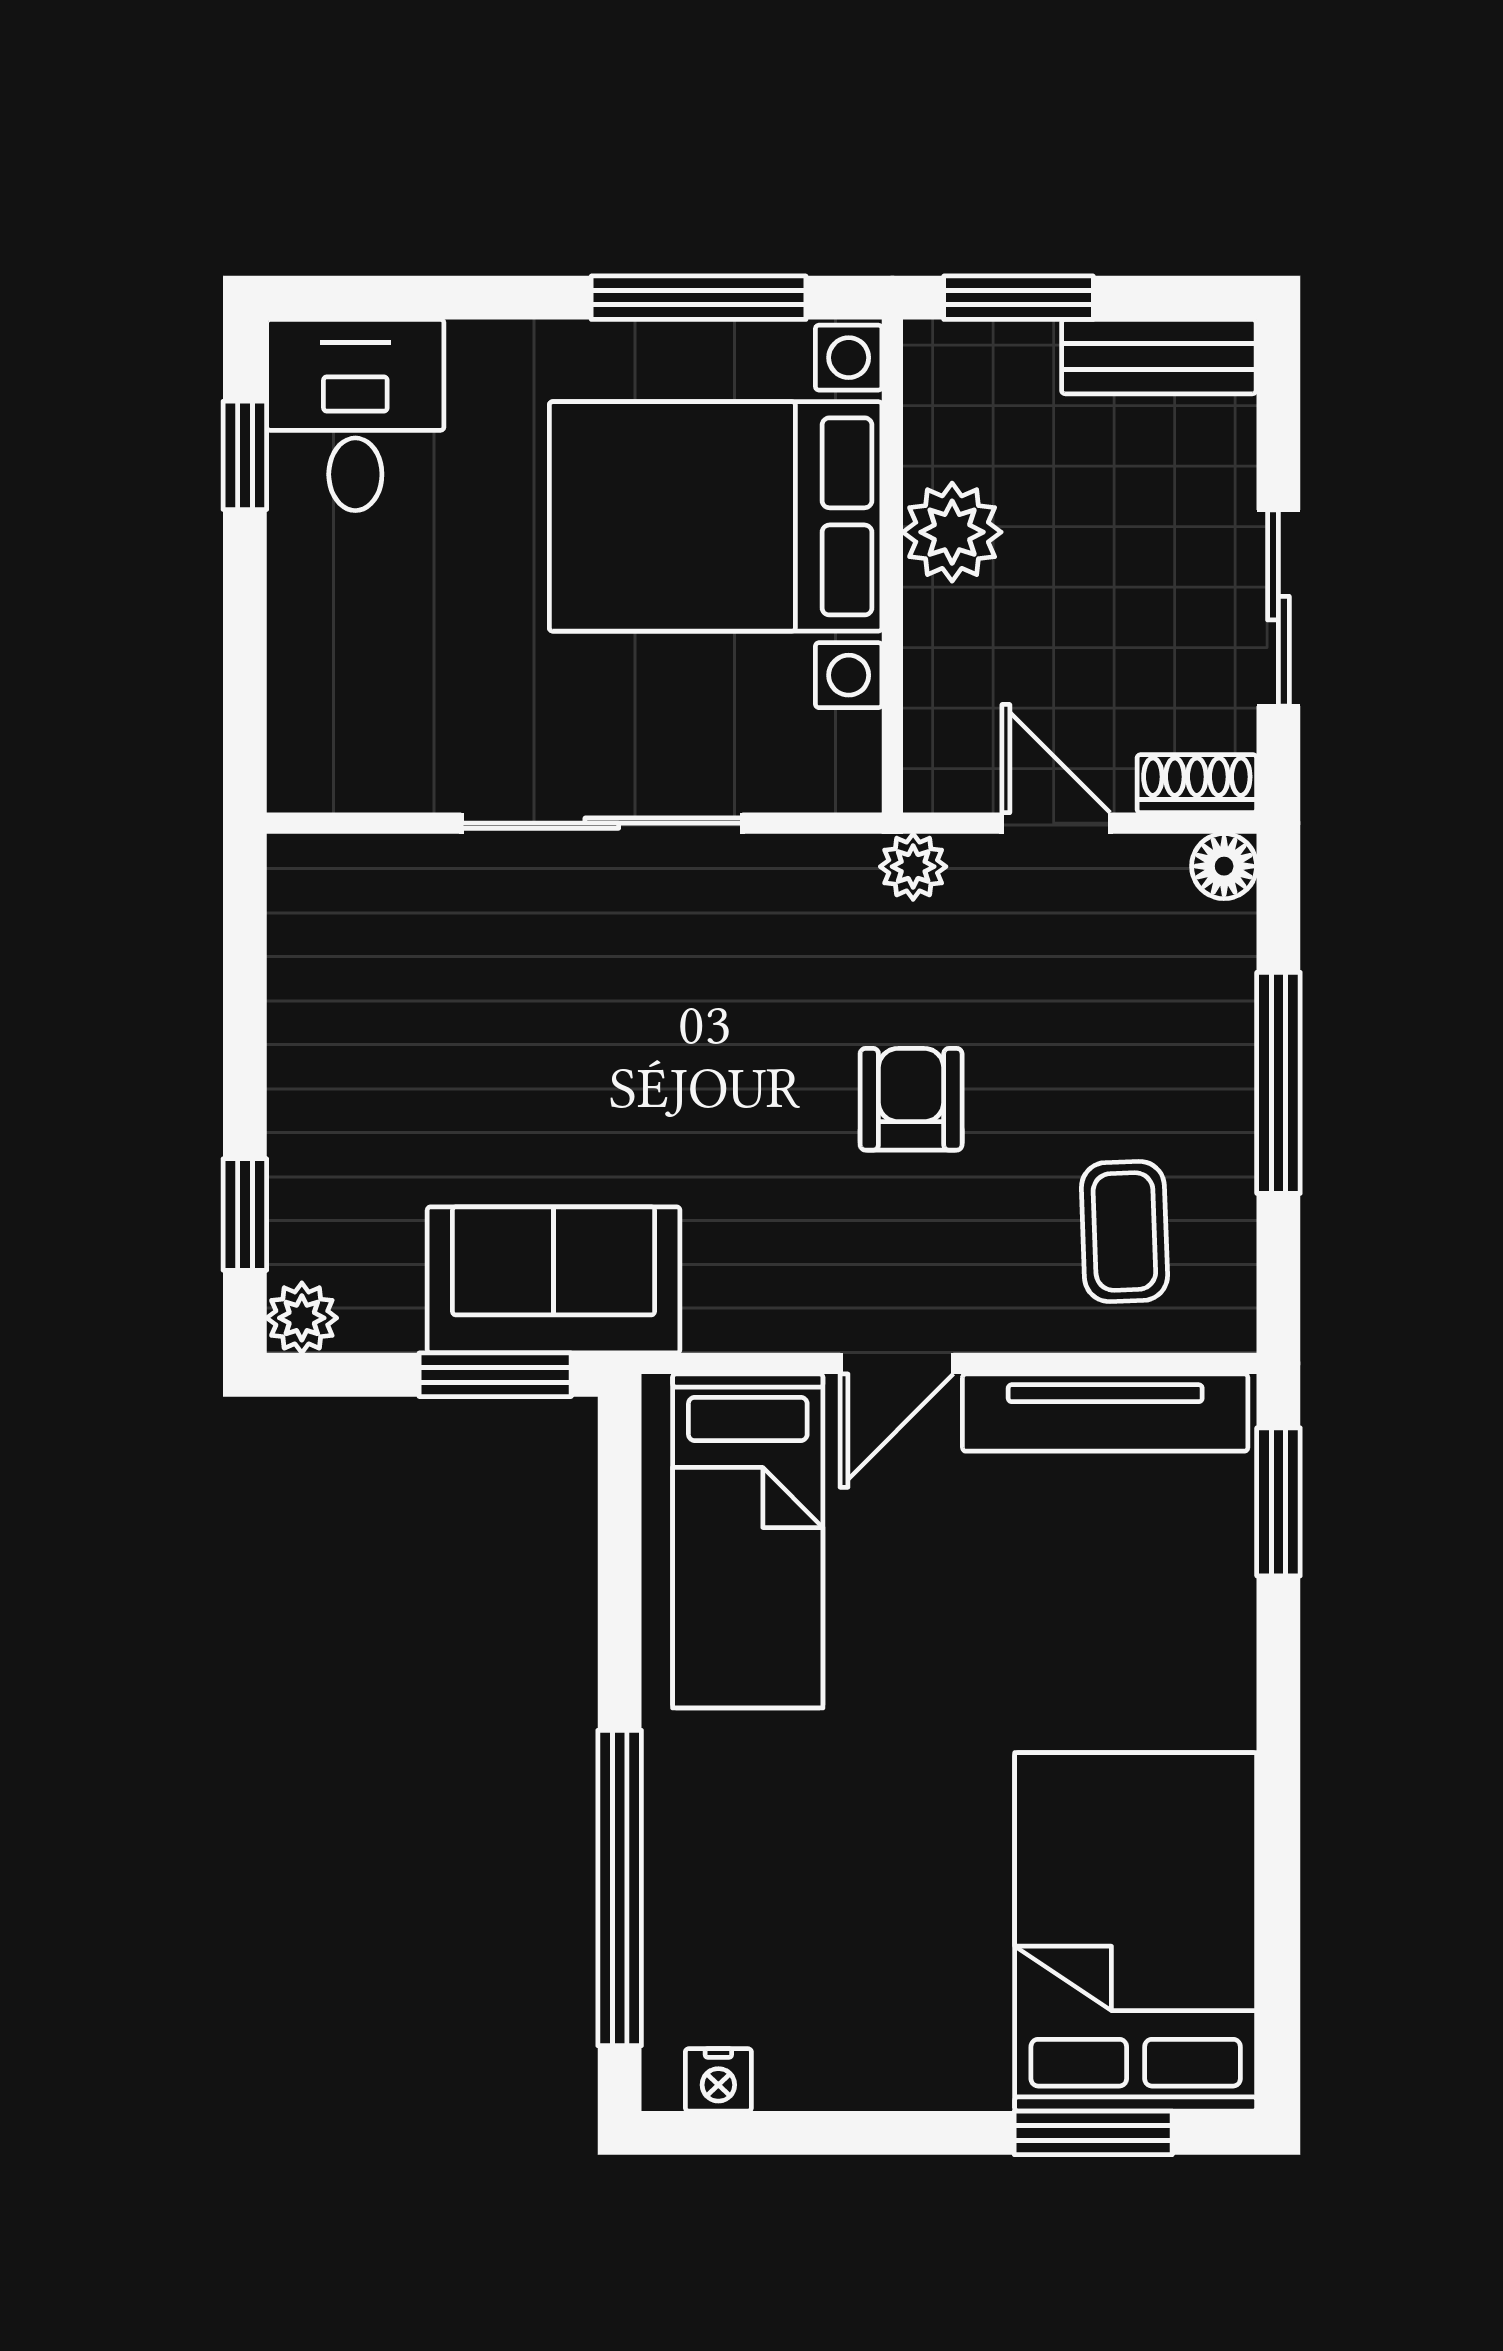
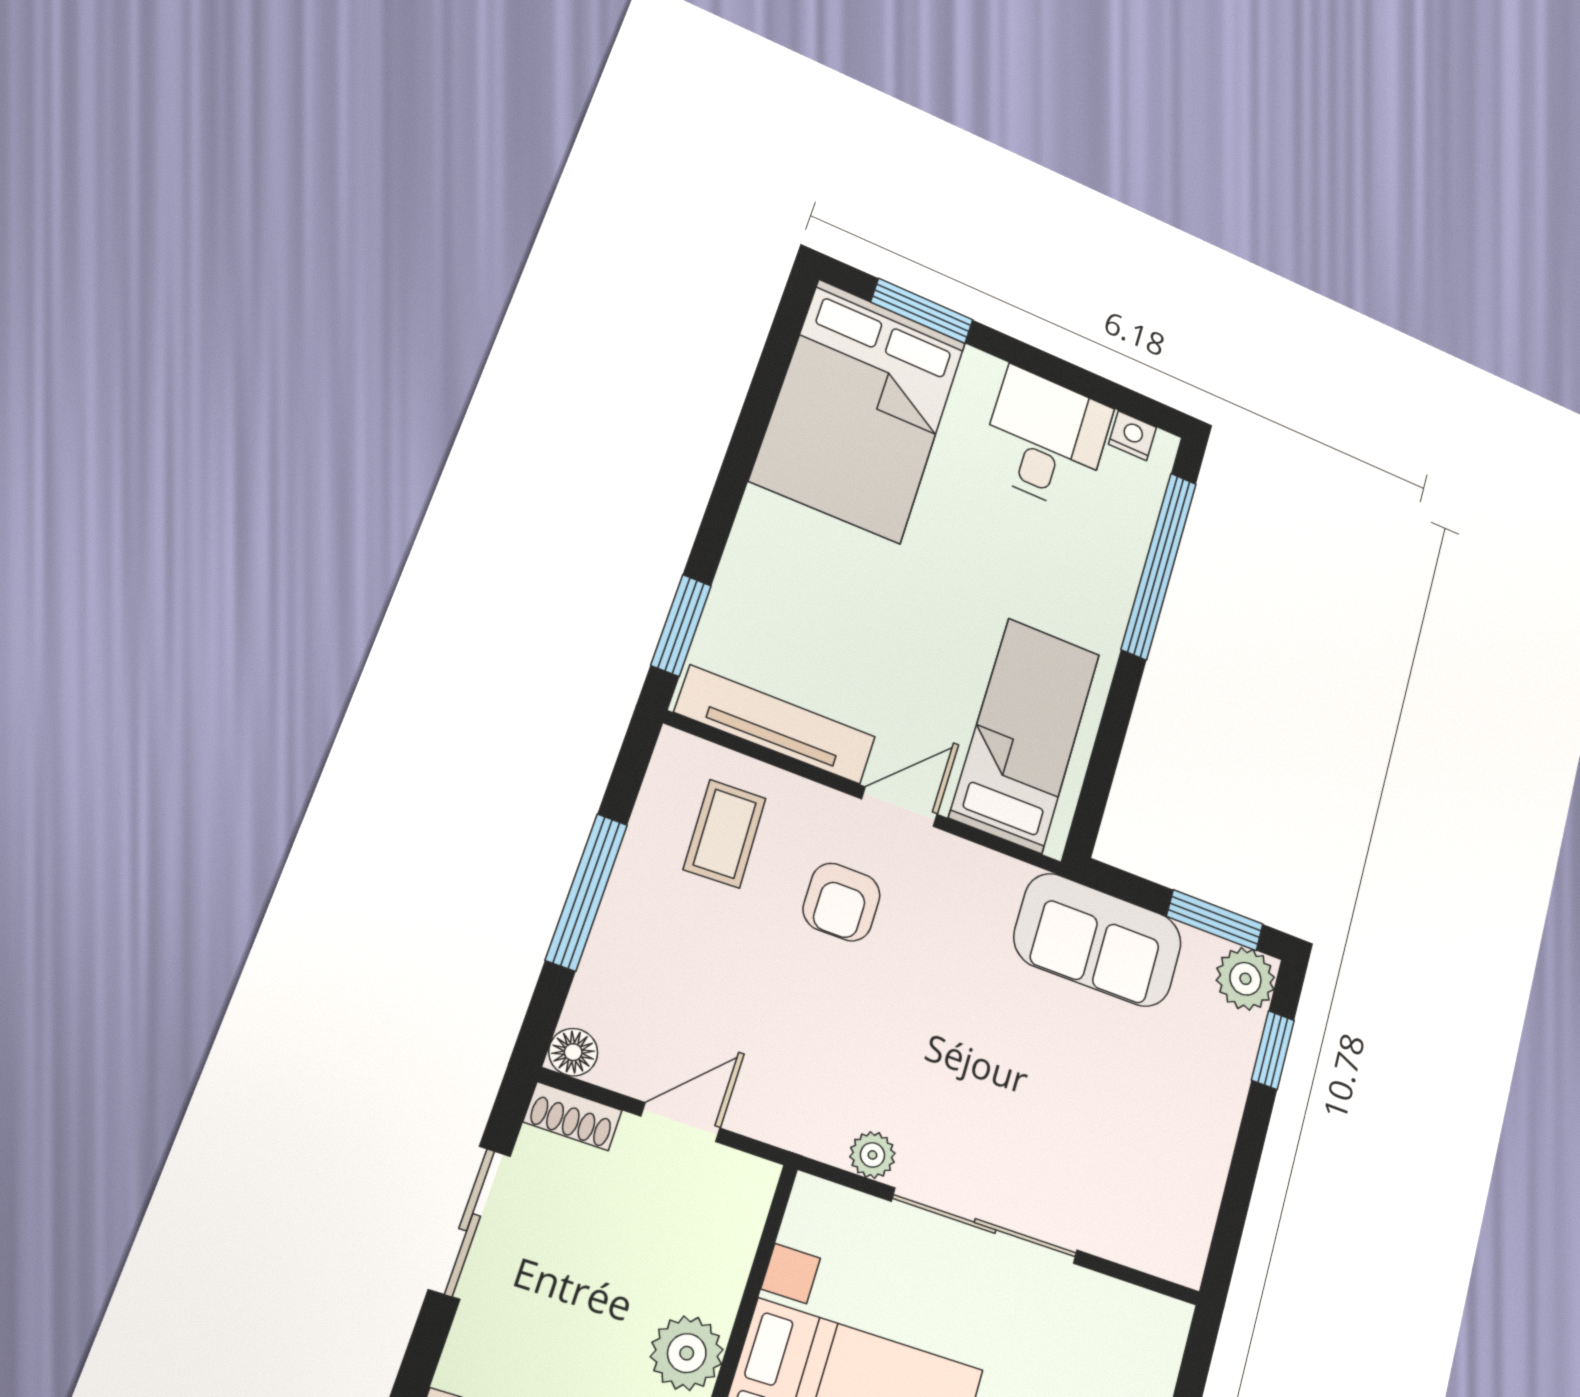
door: (1056, 823) -> (681, 1122), swing flipped
plant: (913, 867) -> (872, 1155), moved
armchair: (911, 1099) -> (842, 902), moved
plant: (302, 1318) -> (1245, 979), width x1.38, depth x1.38
window: (495, 1375) -> (1215, 920), moved
desk: (849, 2013) -> (1046, 439), added

